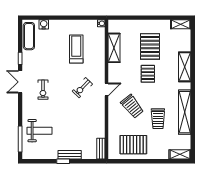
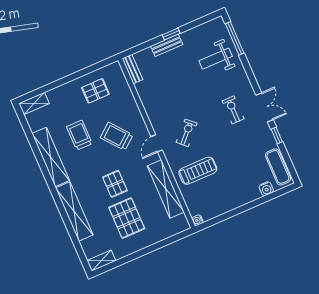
shelving: (114, 48) -> (166, 189), width x1.47
treadmill: (76, 49) -> (198, 171), moved, turned -90
shelving: (185, 67) -> (74, 211), width x1.47
pallet: (133, 145) -> (95, 91), width x0.67, depth x0.71

